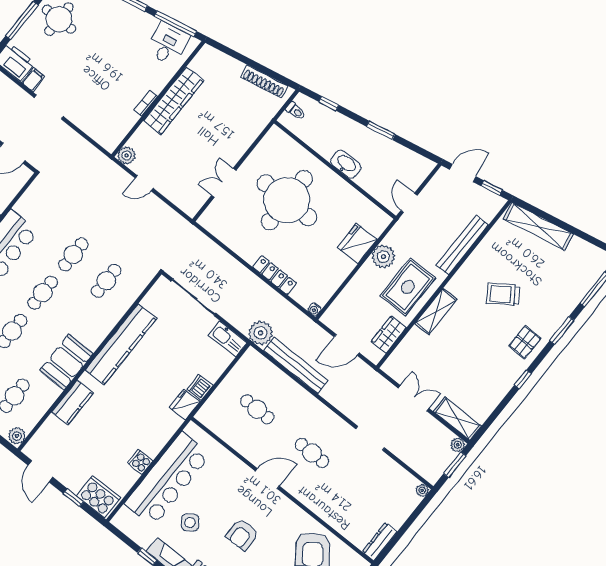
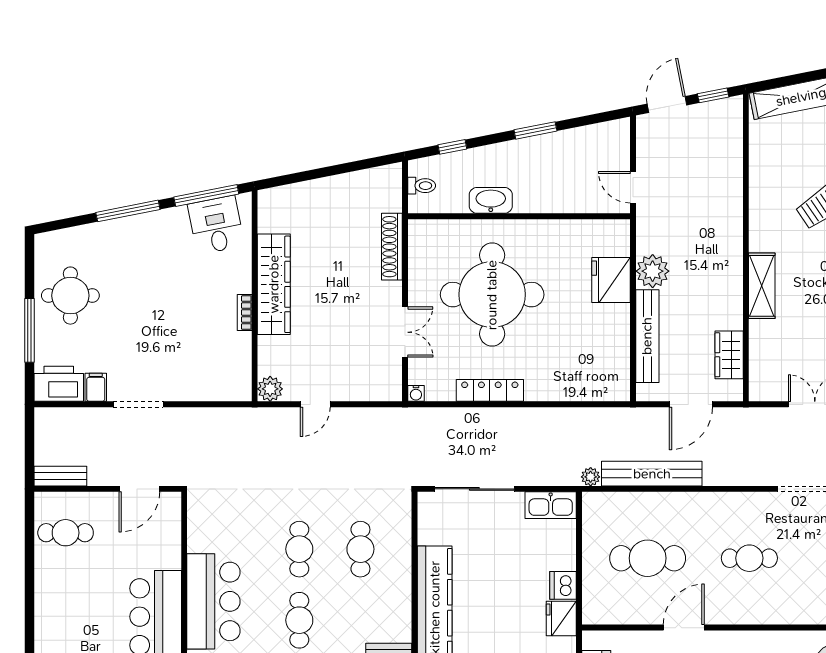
shoe rack: (264, 82) -> (392, 247), moved, turned 101
washbasin: (346, 164) -> (491, 200), moved
double door: (224, 183) -> (405, 332), swing flipped
bench: (462, 245) -> (647, 336), moved
locker: (275, 275) -> (490, 390), moved
rug: (408, 287) -> (708, 283), removed
water cooler: (314, 309) -> (416, 393), moved
plant: (261, 333) -> (591, 477), width x0.53, depth x0.53
cafe table: (257, 409) -> (648, 558), width x1.37, depth x1.35
door: (267, 479) -> (684, 628), moved

